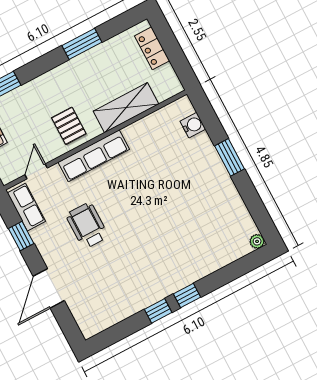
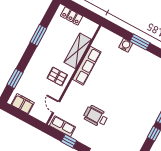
water cooler: (193, 125) -> (126, 45), moved
row of seats: (94, 156) -> (87, 66), moved

